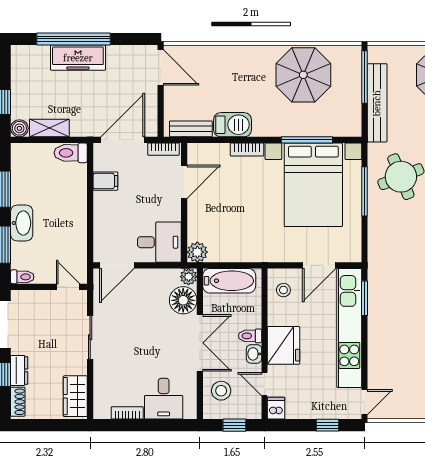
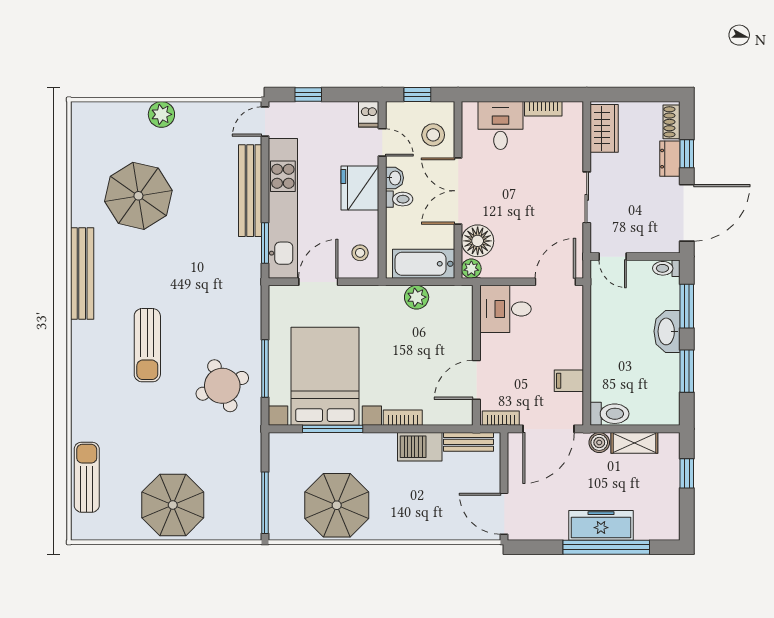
bench: (377, 103) -> (250, 191), moved
boiler: (19, 128) -> (599, 442), moved
plant: (197, 252) -> (417, 297), moved

